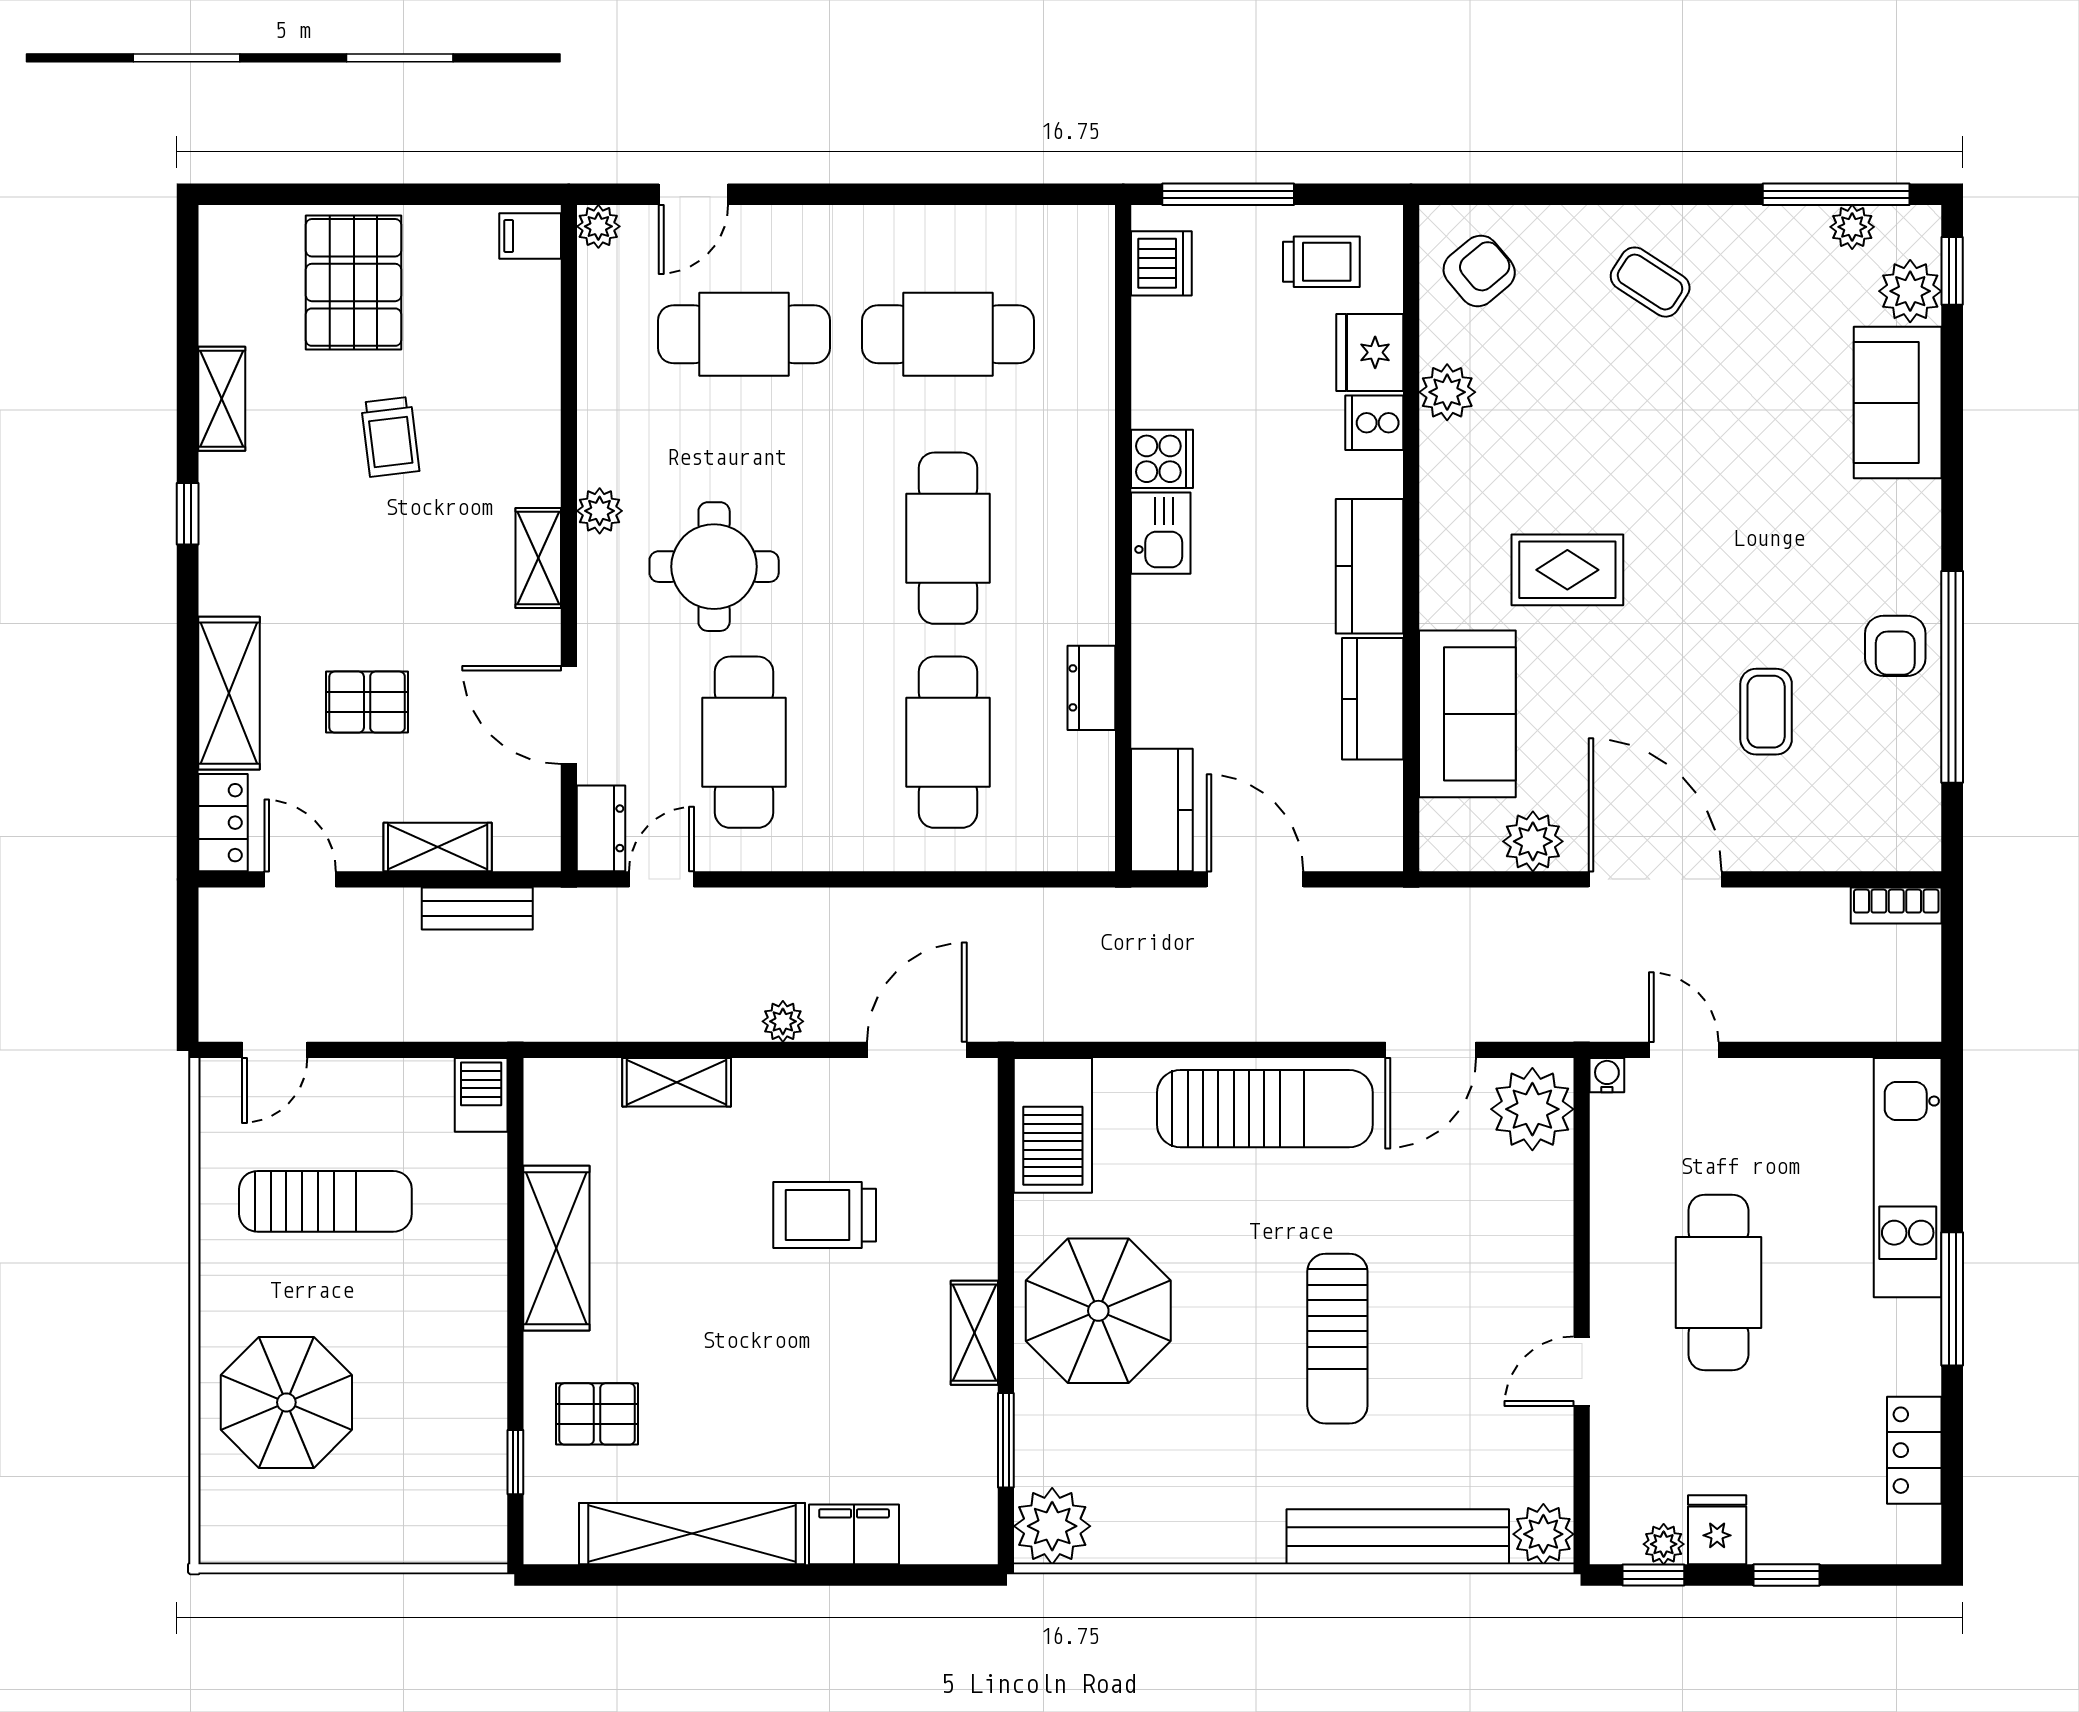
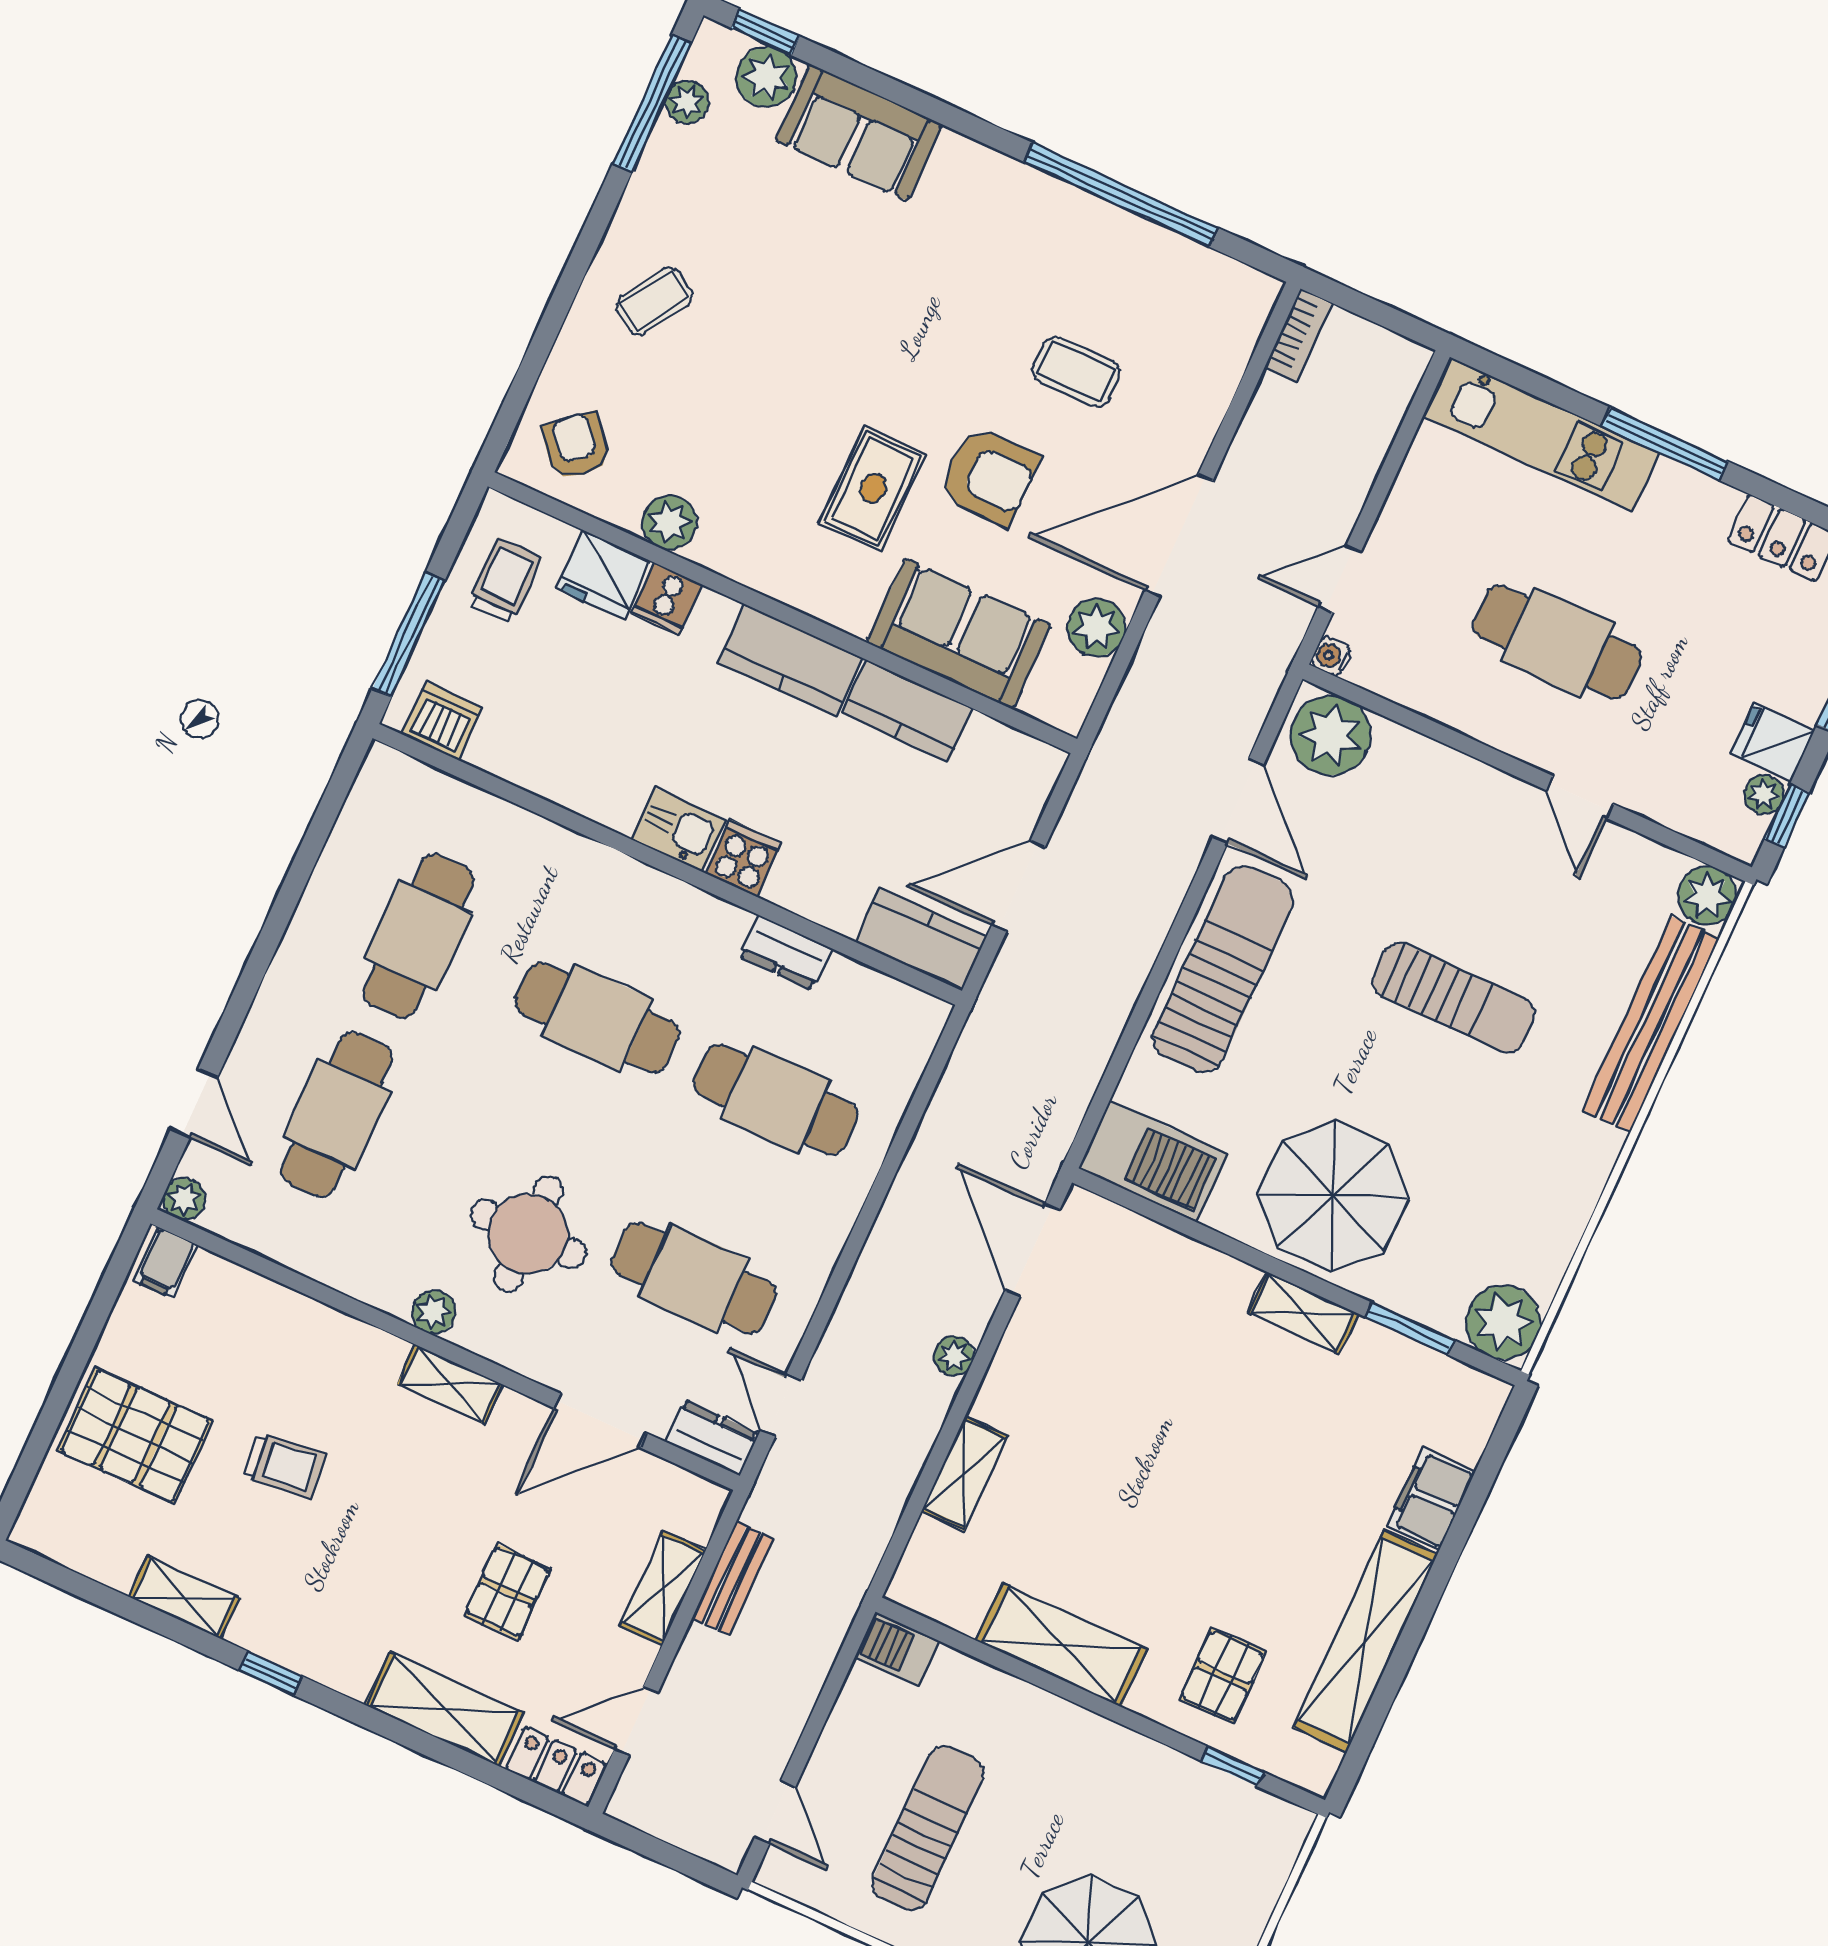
cooker: (1162, 459) -> (744, 858), moved
armchair: (1895, 646) -> (989, 476), moved, width x1.38, depth x1.38
trolley: (825, 1215) -> (1140, 1397), removed

